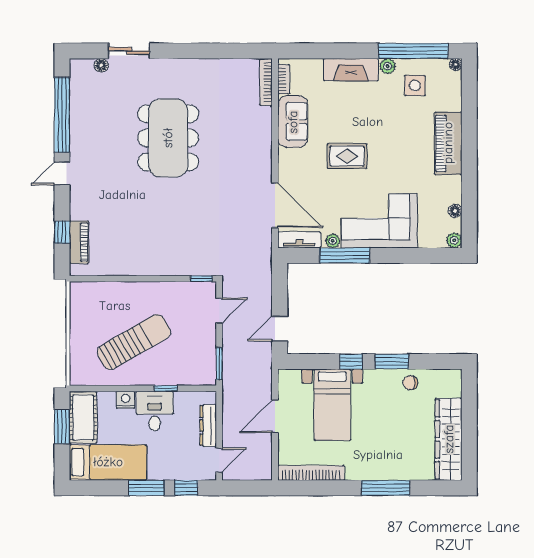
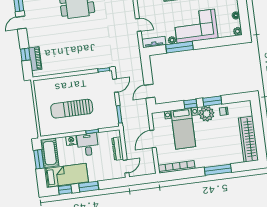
door: (275, 205) -> (138, 25), width x0.53
sun lounger: (134, 342) -> (72, 109), turned -150
plant: (378, 383) -> (207, 114), added
window: (186, 488) -> (65, 190), moved

